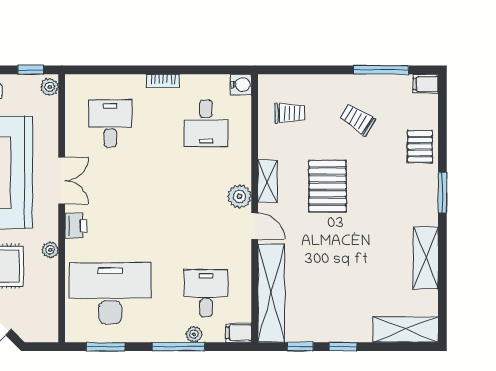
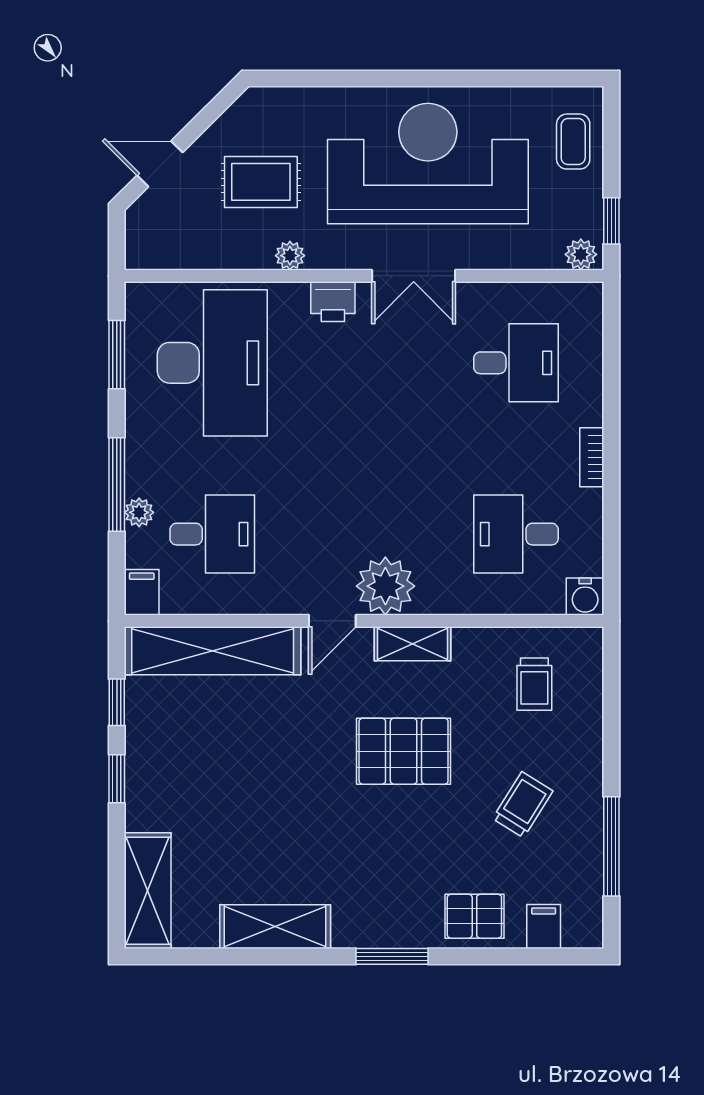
filing cabinet: (426, 84) -> (544, 926), moved
plant: (240, 196) -> (385, 586), width x1.36, depth x1.36

